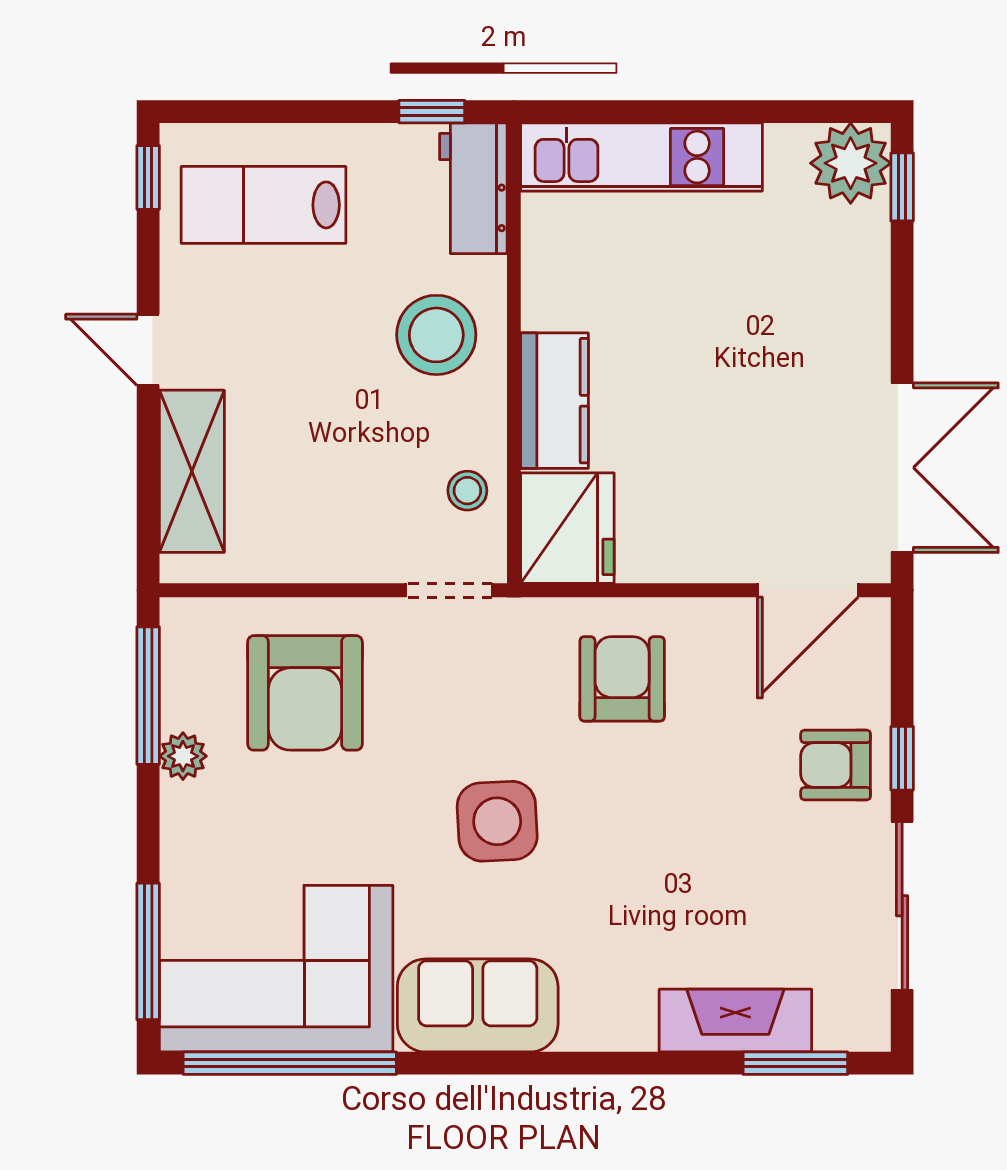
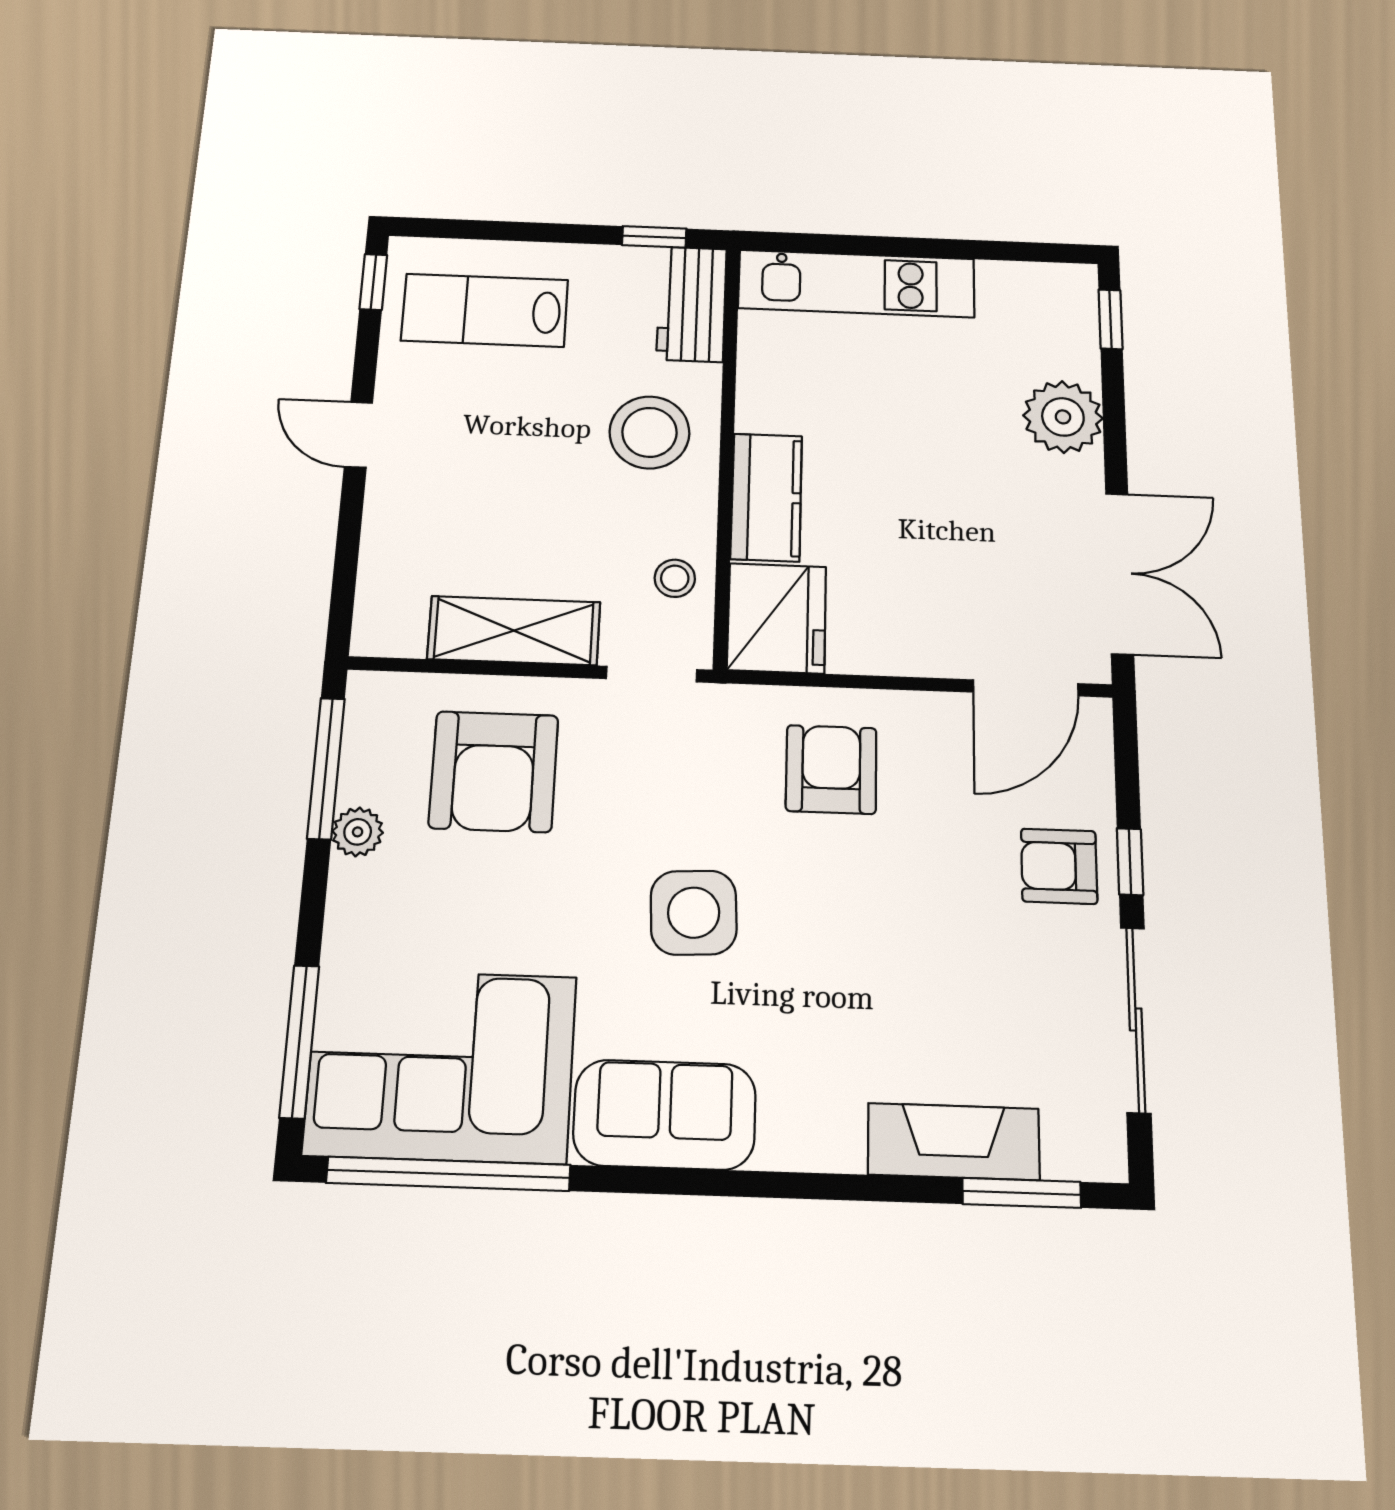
plant: (851, 163) -> (1063, 417), moved
shelving: (192, 471) -> (514, 631), moved, turned 90

